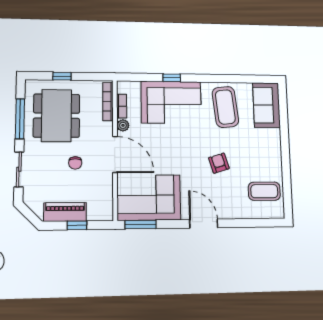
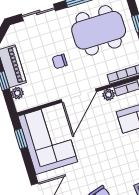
plant: (94, 215) -> (17, 93), added
window: (141, 224) -> (21, 139), width x0.67

